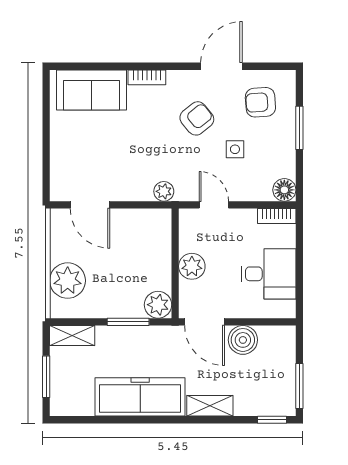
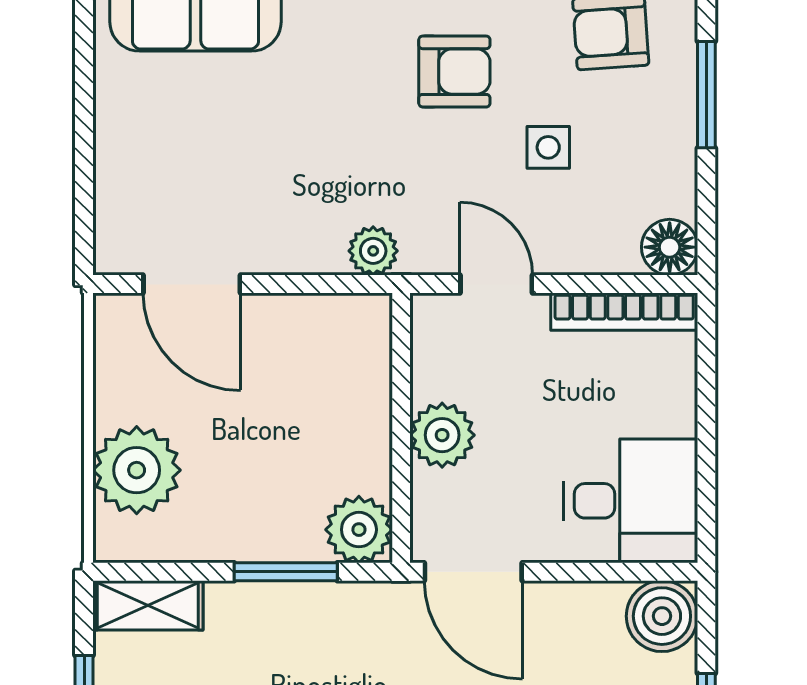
armchair: (197, 118) -> (454, 72), turned 39
bookcase: (277, 216) -> (624, 312), width x1.56
desk: (269, 274) -> (631, 501), moved
boiler: (243, 340) -> (662, 616), moved

